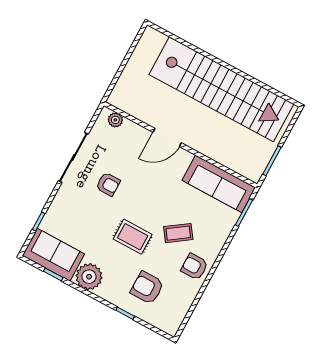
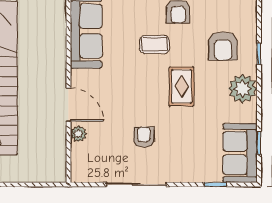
plant: (115, 120) -> (78, 134), moved
coffee table: (178, 233) -> (154, 44), turned -55
plant: (89, 277) -> (243, 89), moved

